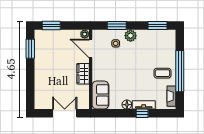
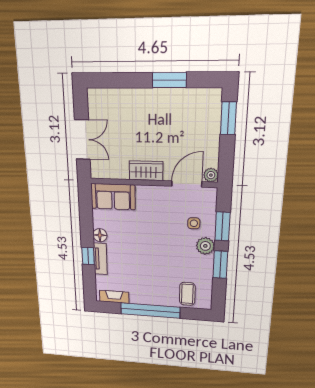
window: (157, 26) -> (220, 265), moved
window: (30, 49) -> (169, 80), moved
coffee table: (162, 73) -> (187, 294), moved

